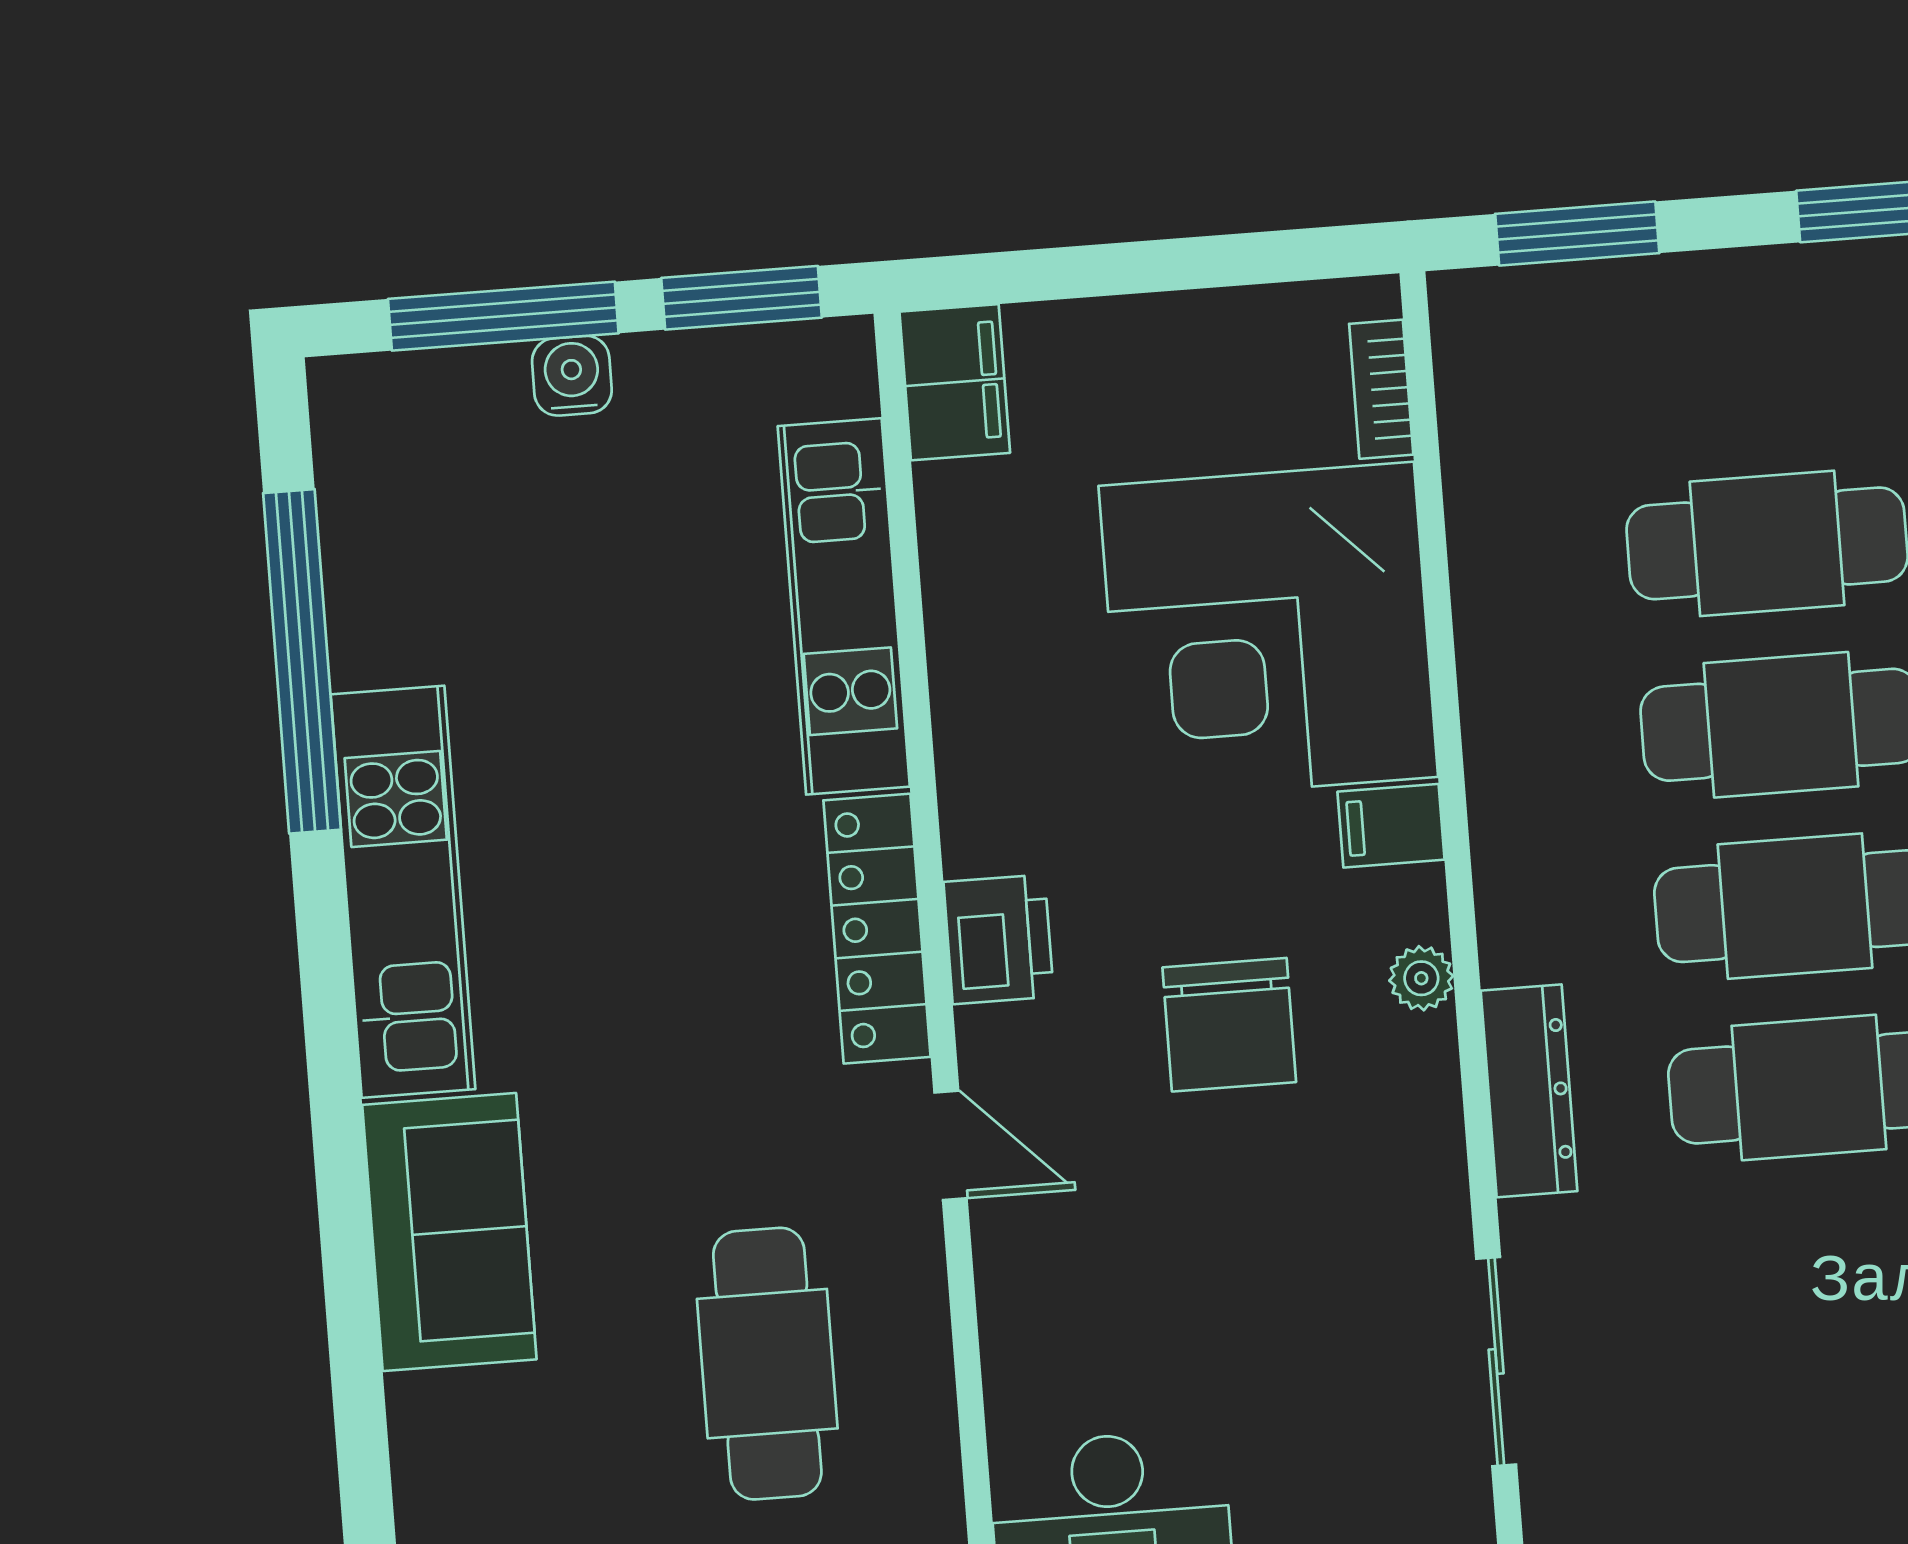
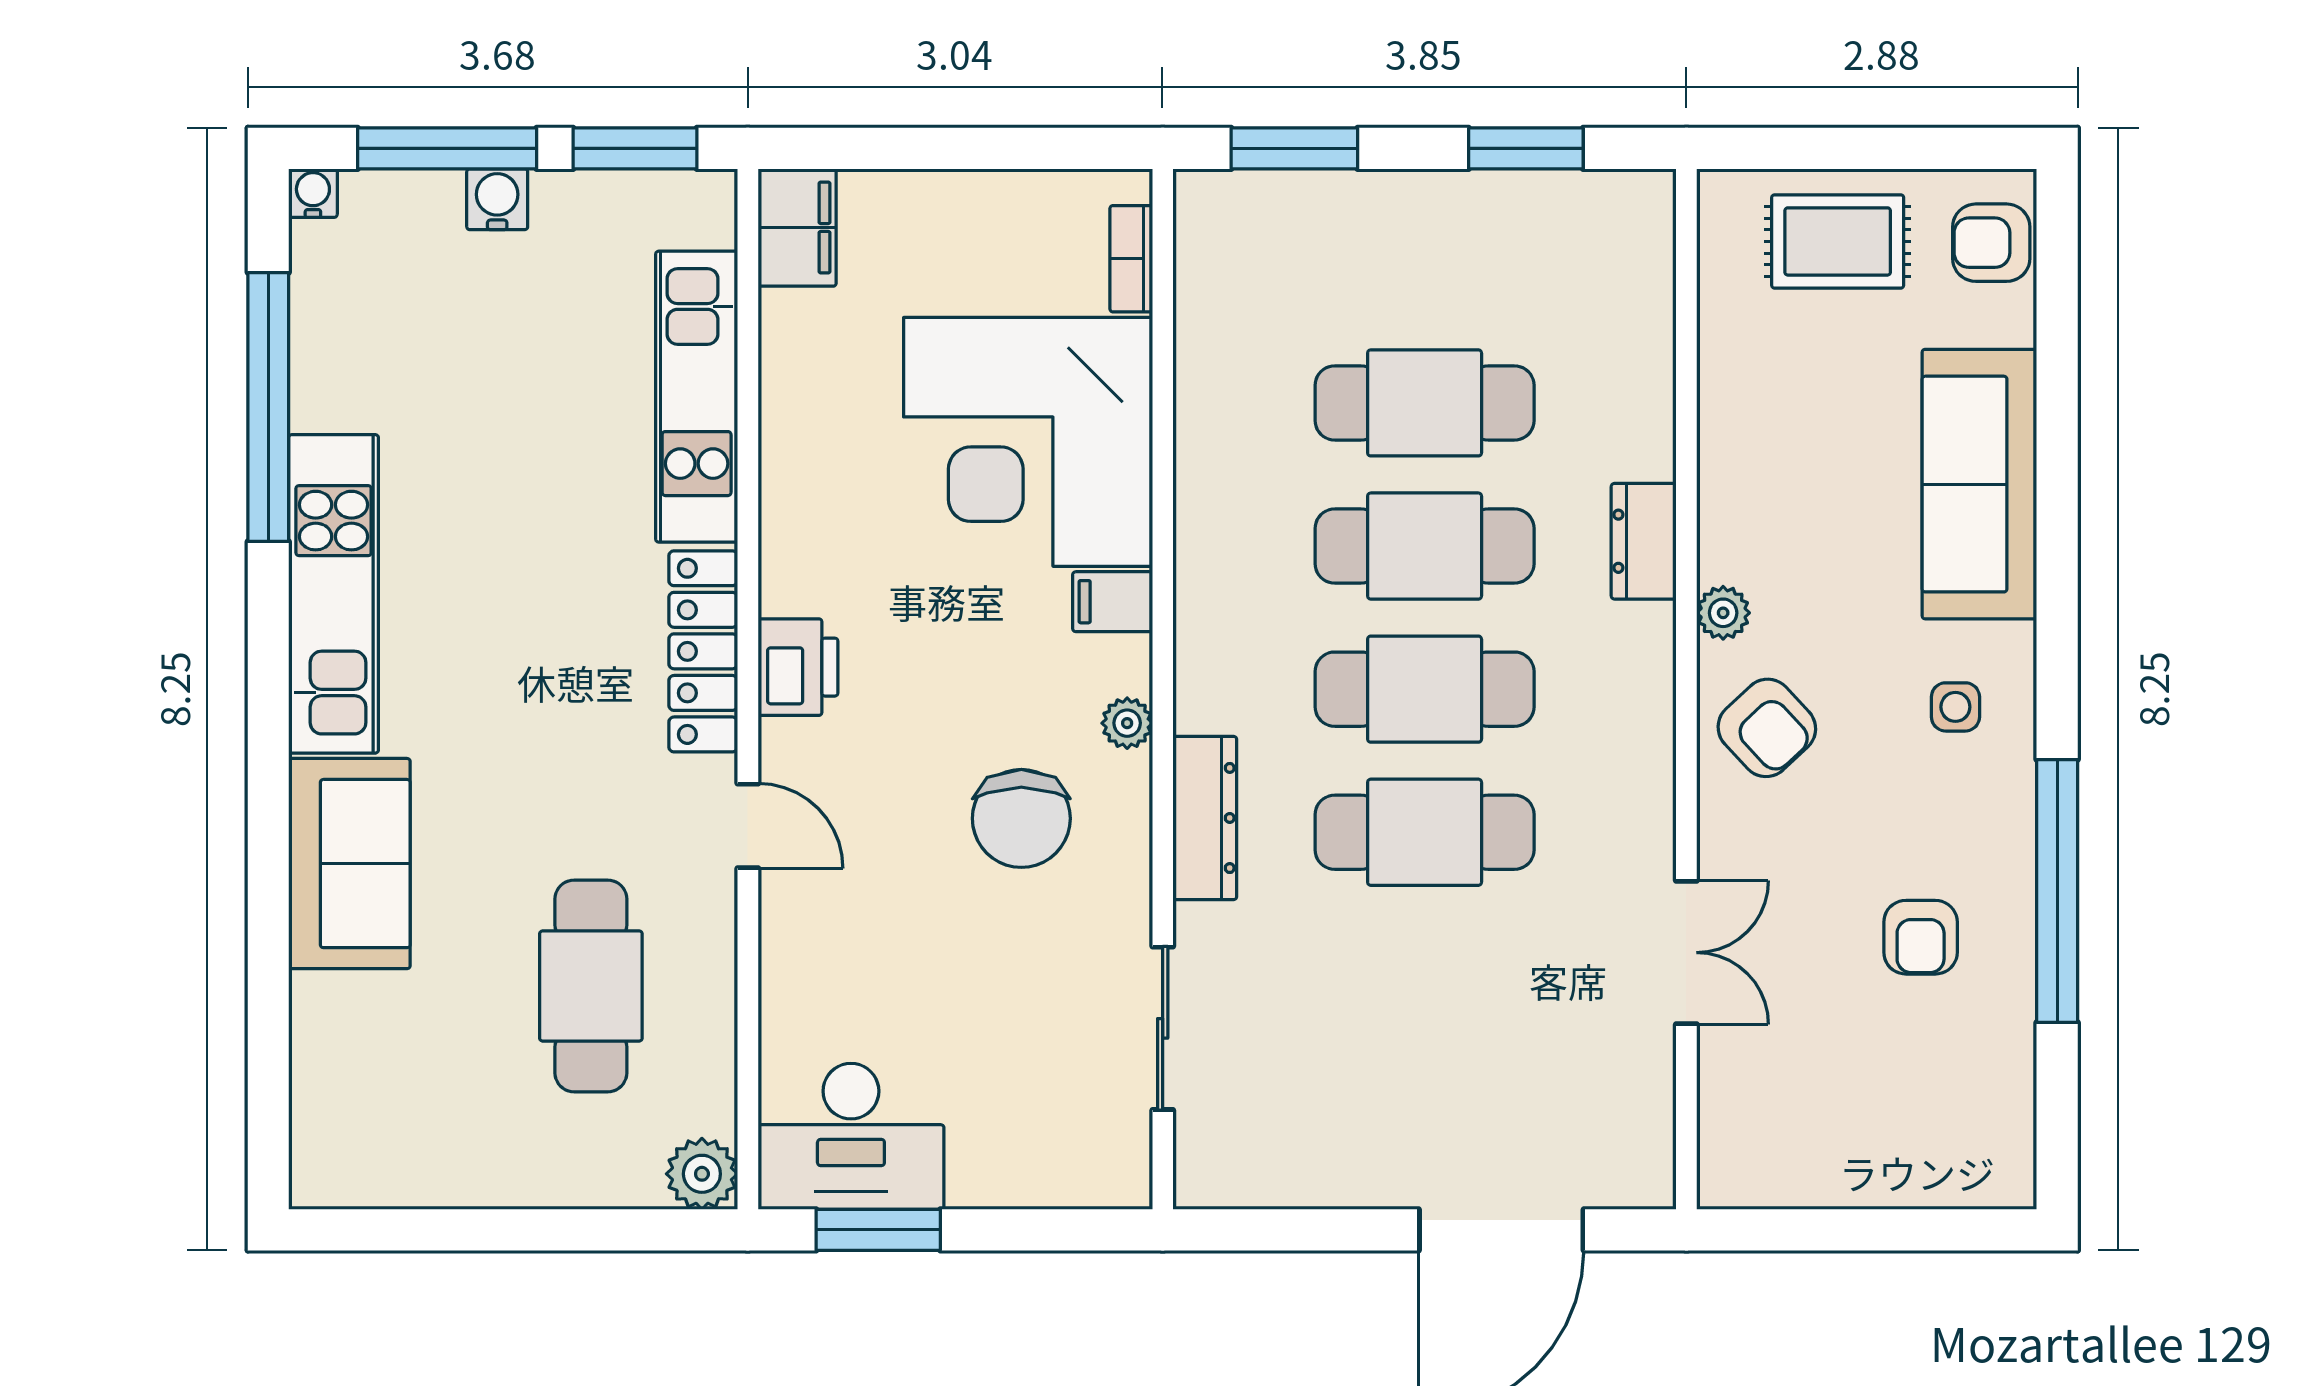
water cooler: (338, 386) -> (313, 193), added
chair: (1229, 1025) -> (1021, 818), moved

